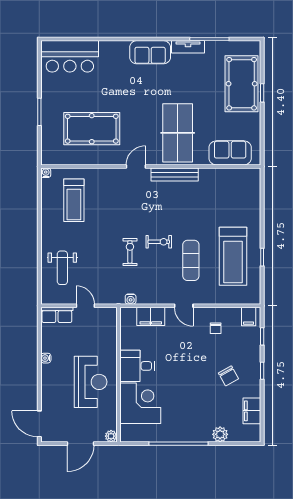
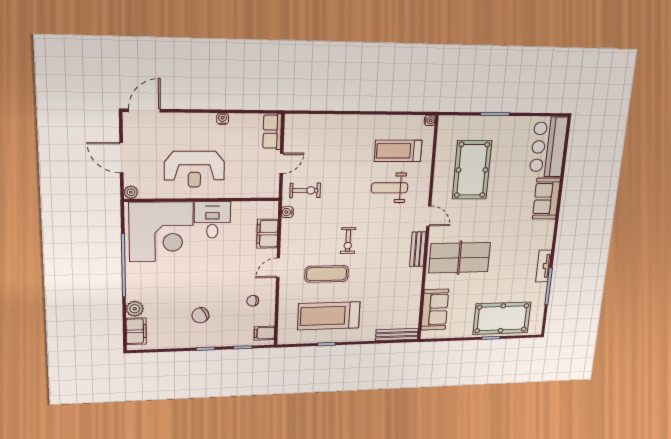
sofa: (150, 52) -> (546, 199), moved
bench: (175, 175) -> (418, 249), width x0.73
bench: (255, 189) -> (397, 335), added
exercise bike: (130, 252) -> (305, 190), moved
weight bench: (62, 268) -> (390, 188), moved
corner desk: (140, 403) -> (161, 232), width x1.36, depth x1.36
filing cabinet: (252, 411) -> (136, 331), moved, turned 90

